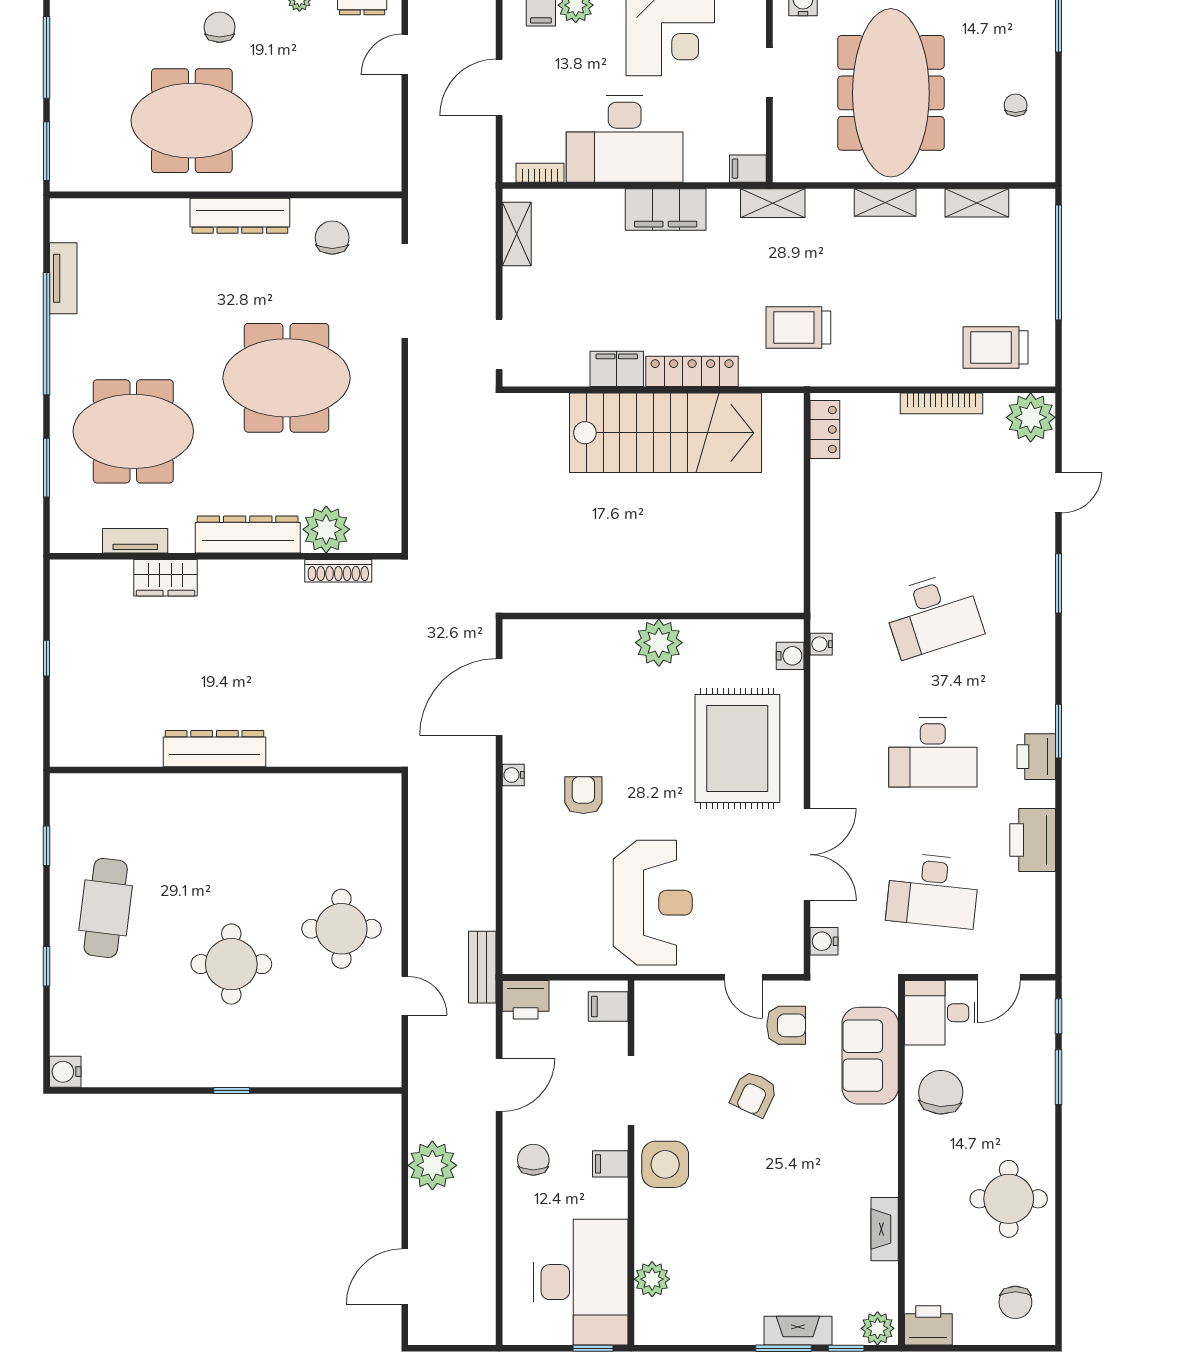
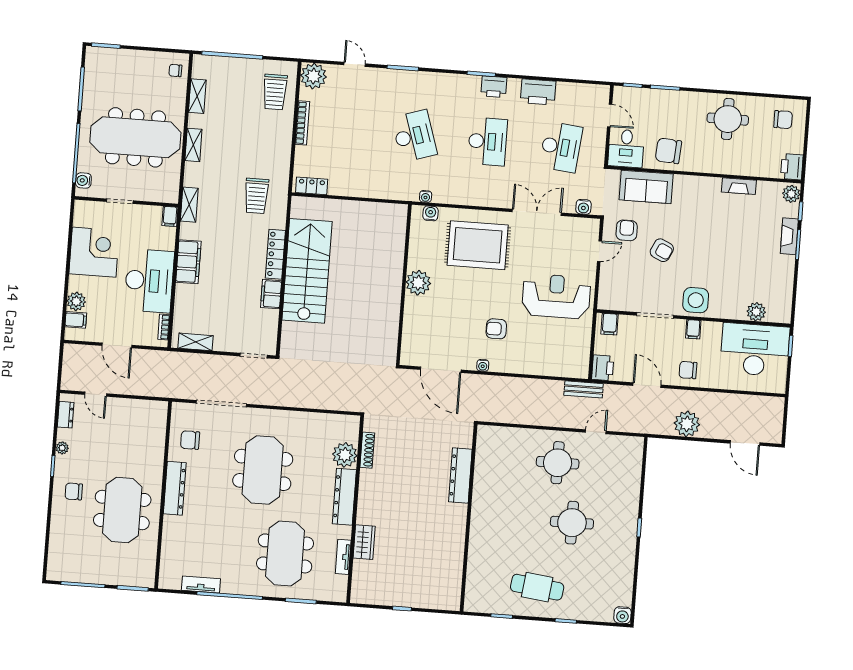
chair: (1016, 105) -> (175, 70), moved
dresser: (215, 749) -> (460, 475), moved

